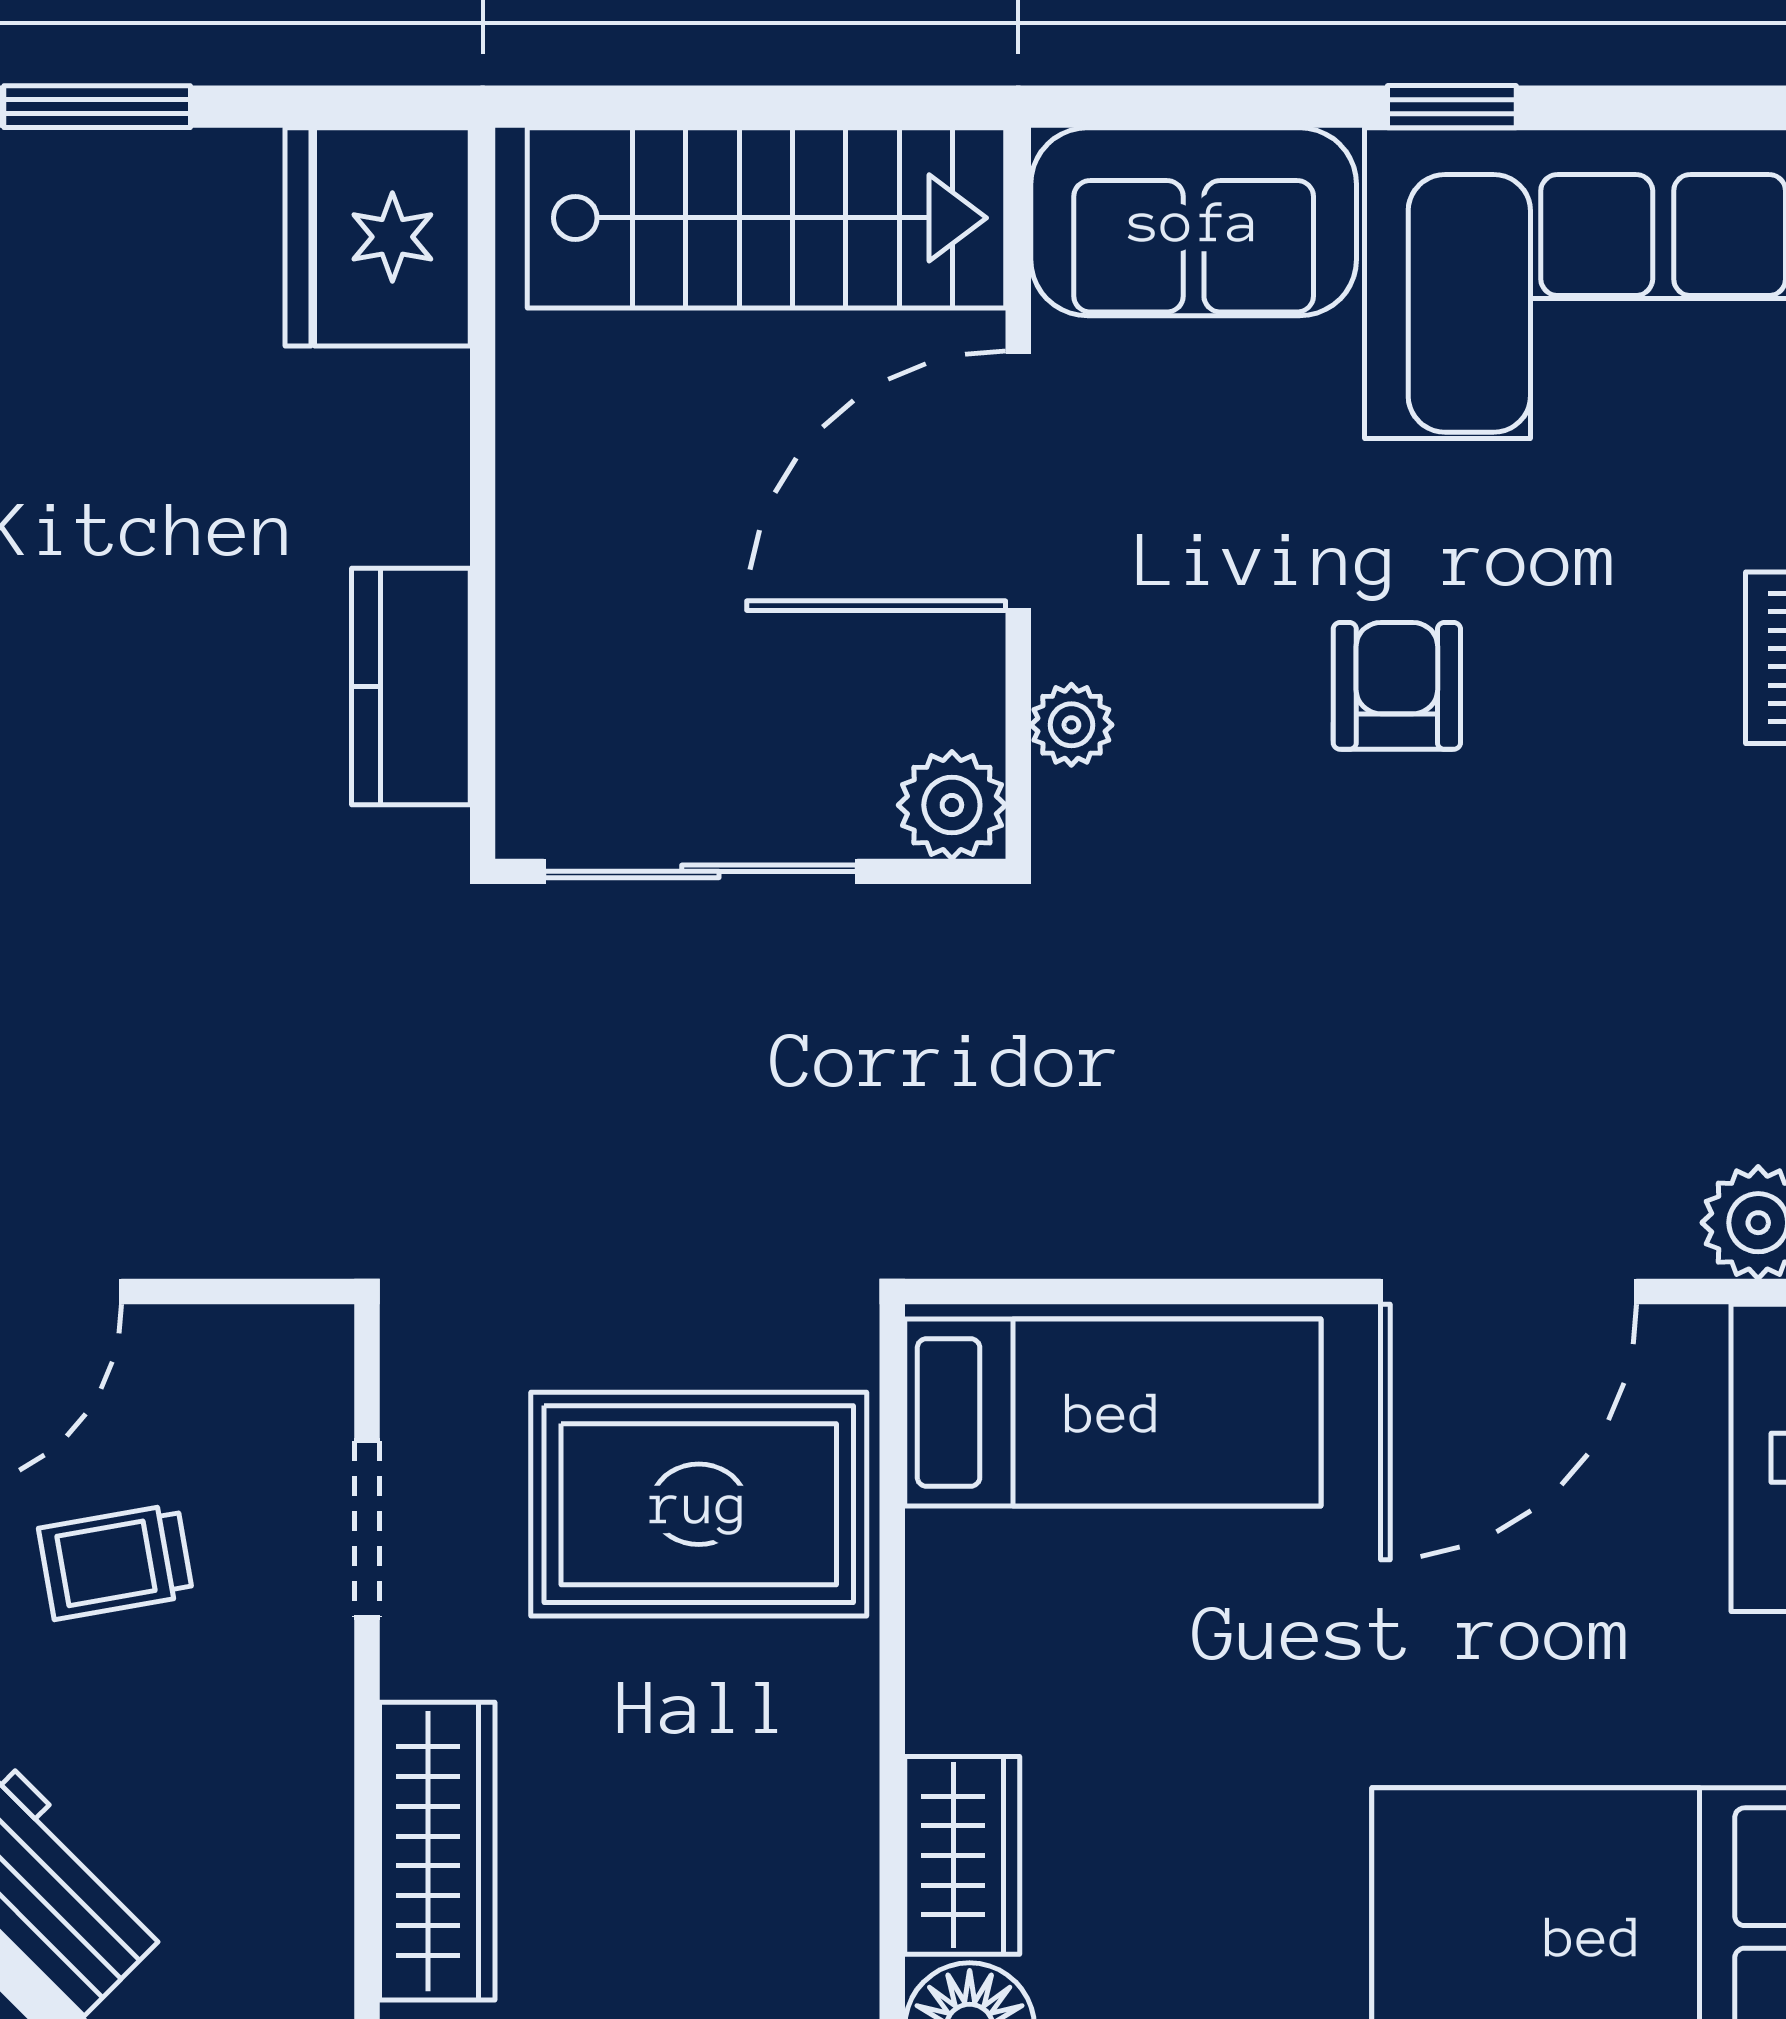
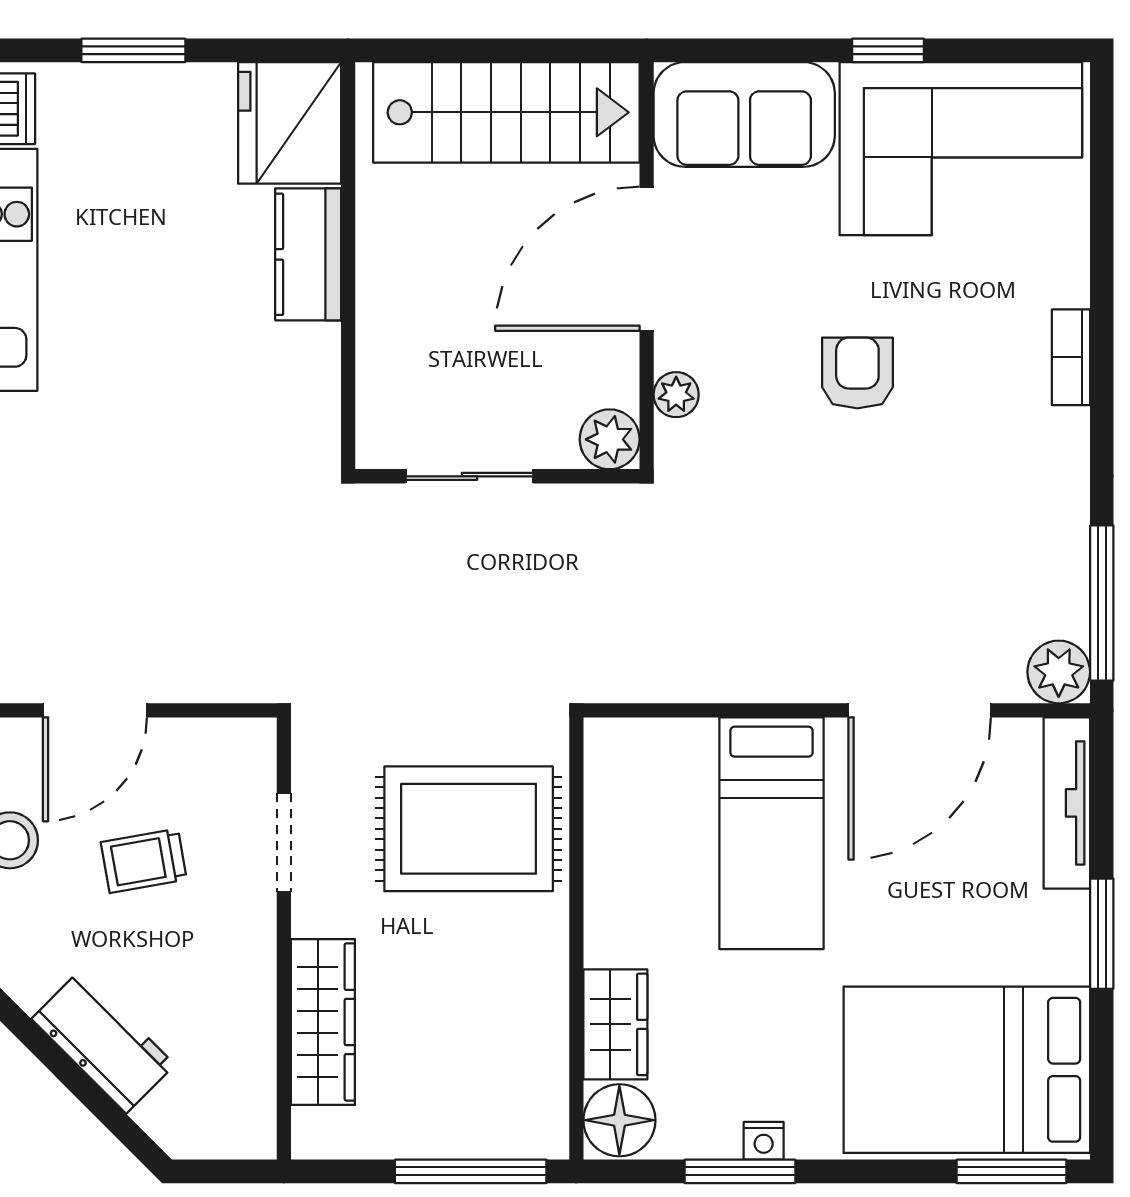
kitchen counter: (411, 687) -> (308, 254), moved
sliding door: (700, 871) -> (469, 476), width x0.73
bed: (1113, 1413) -> (772, 833), moved, turned 90

